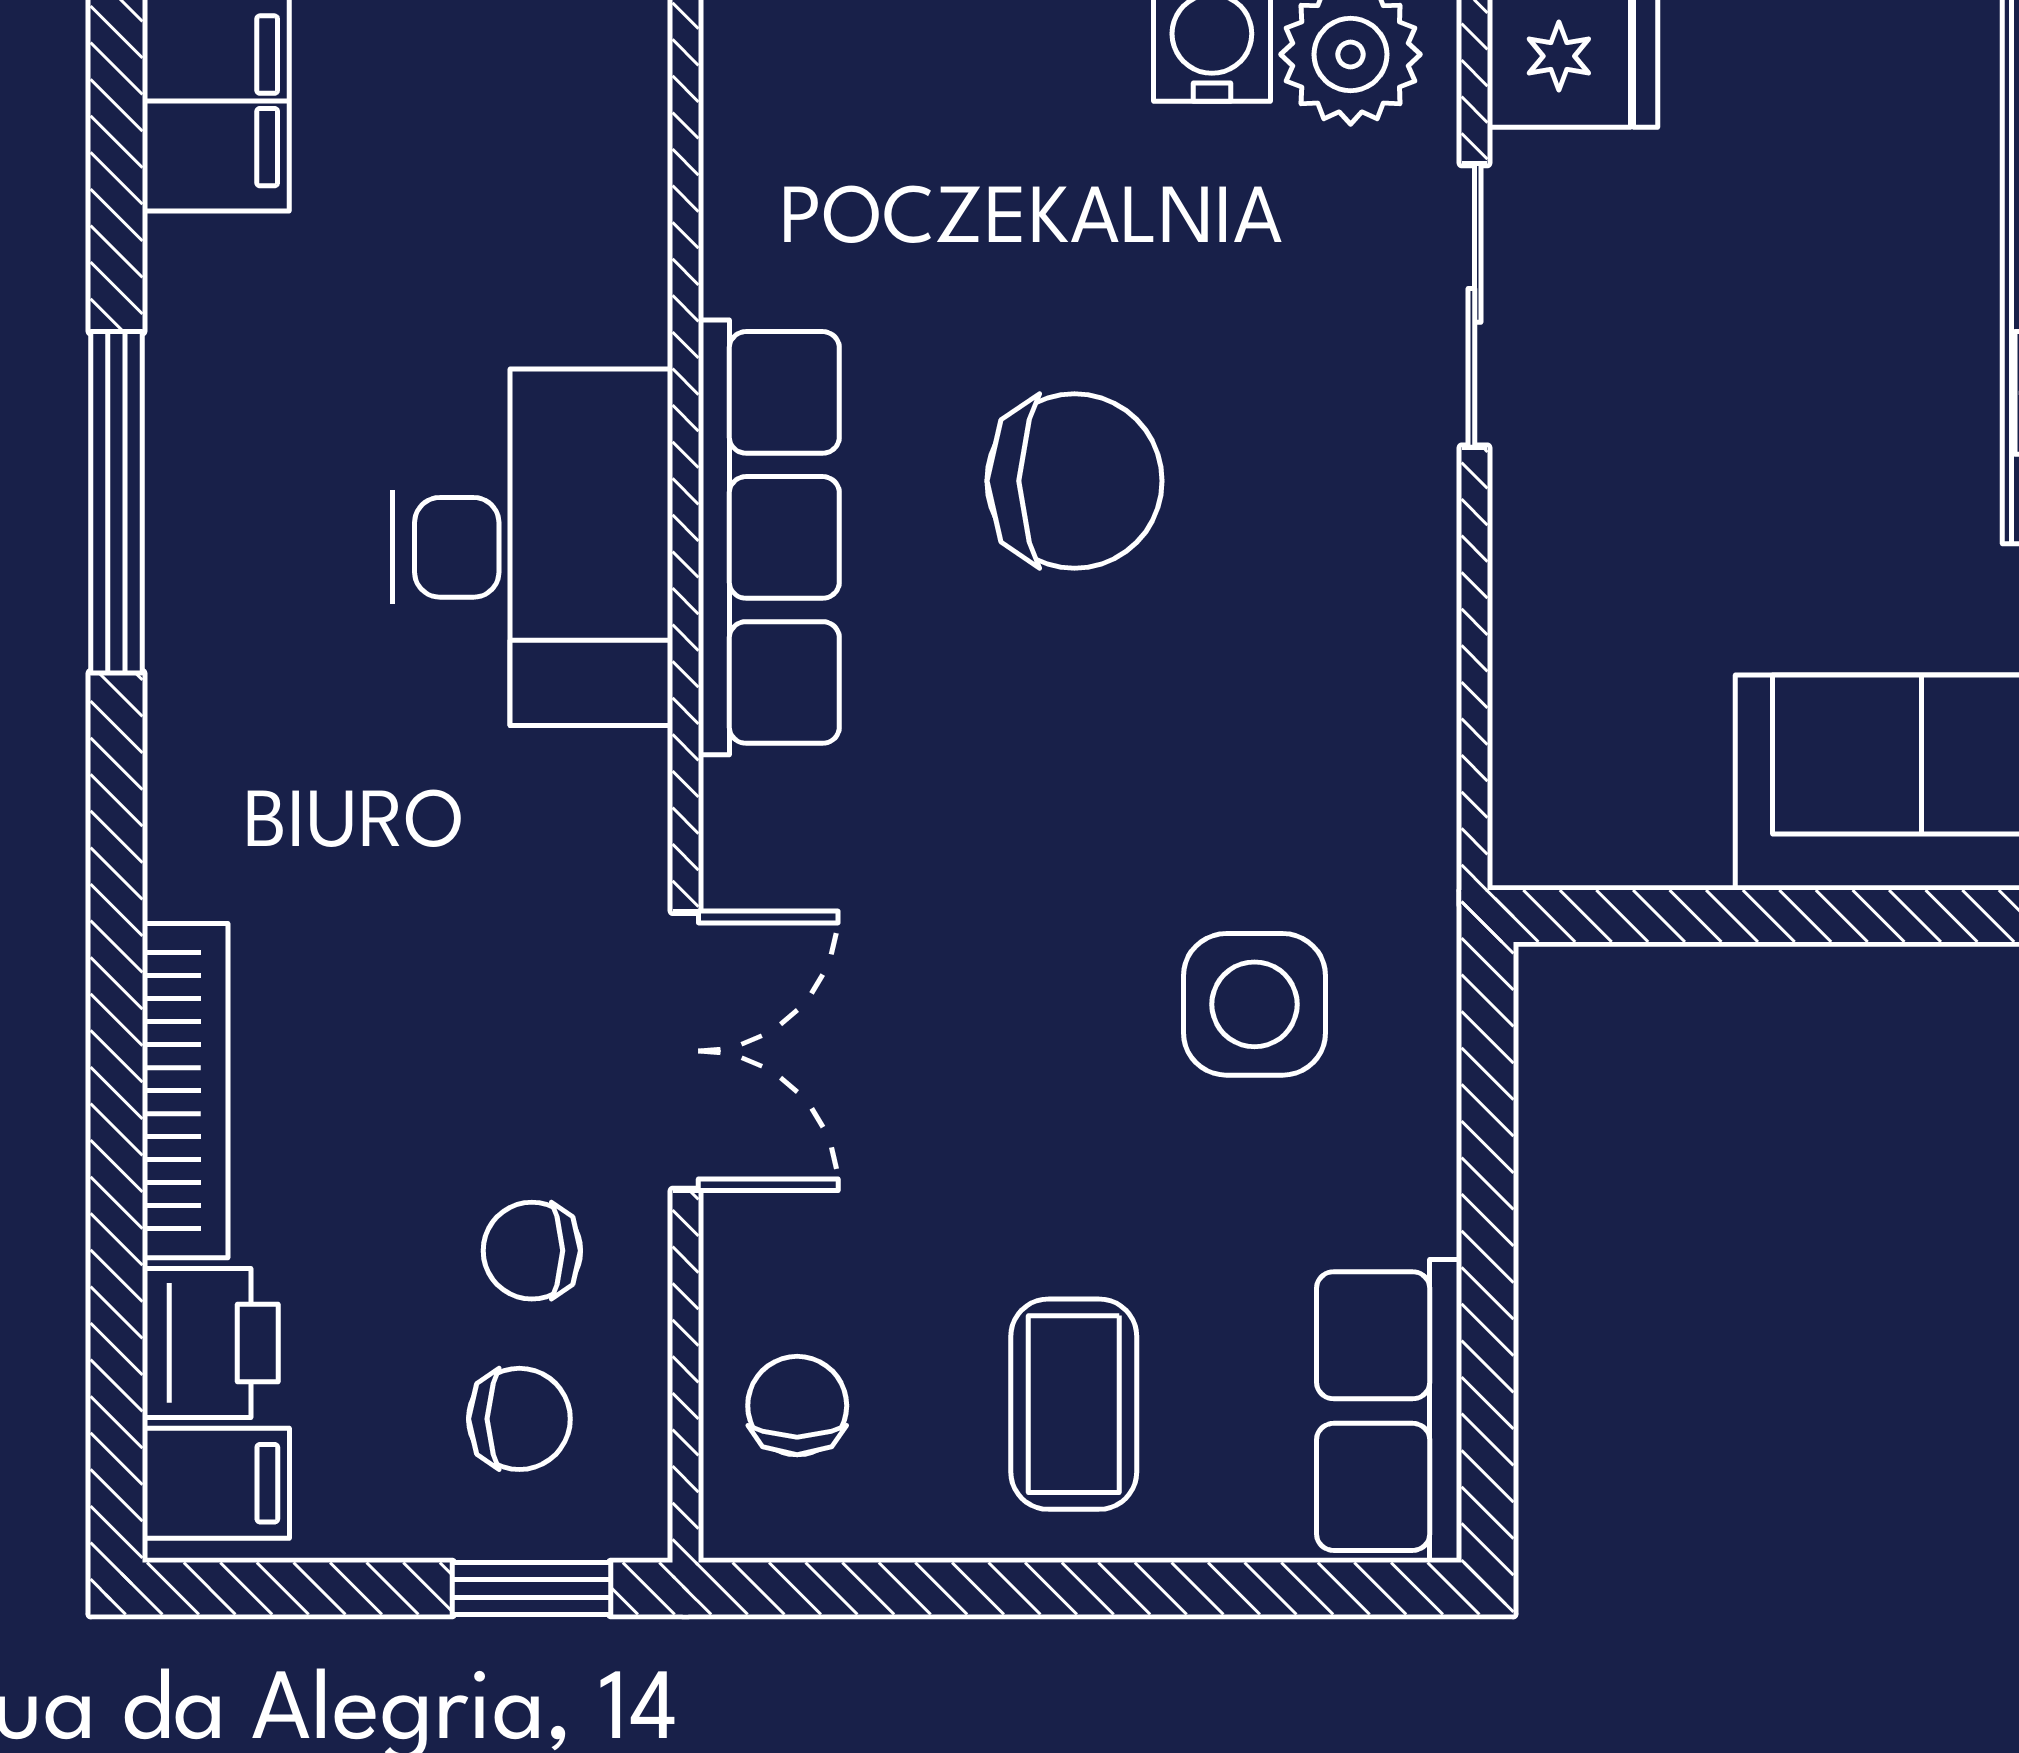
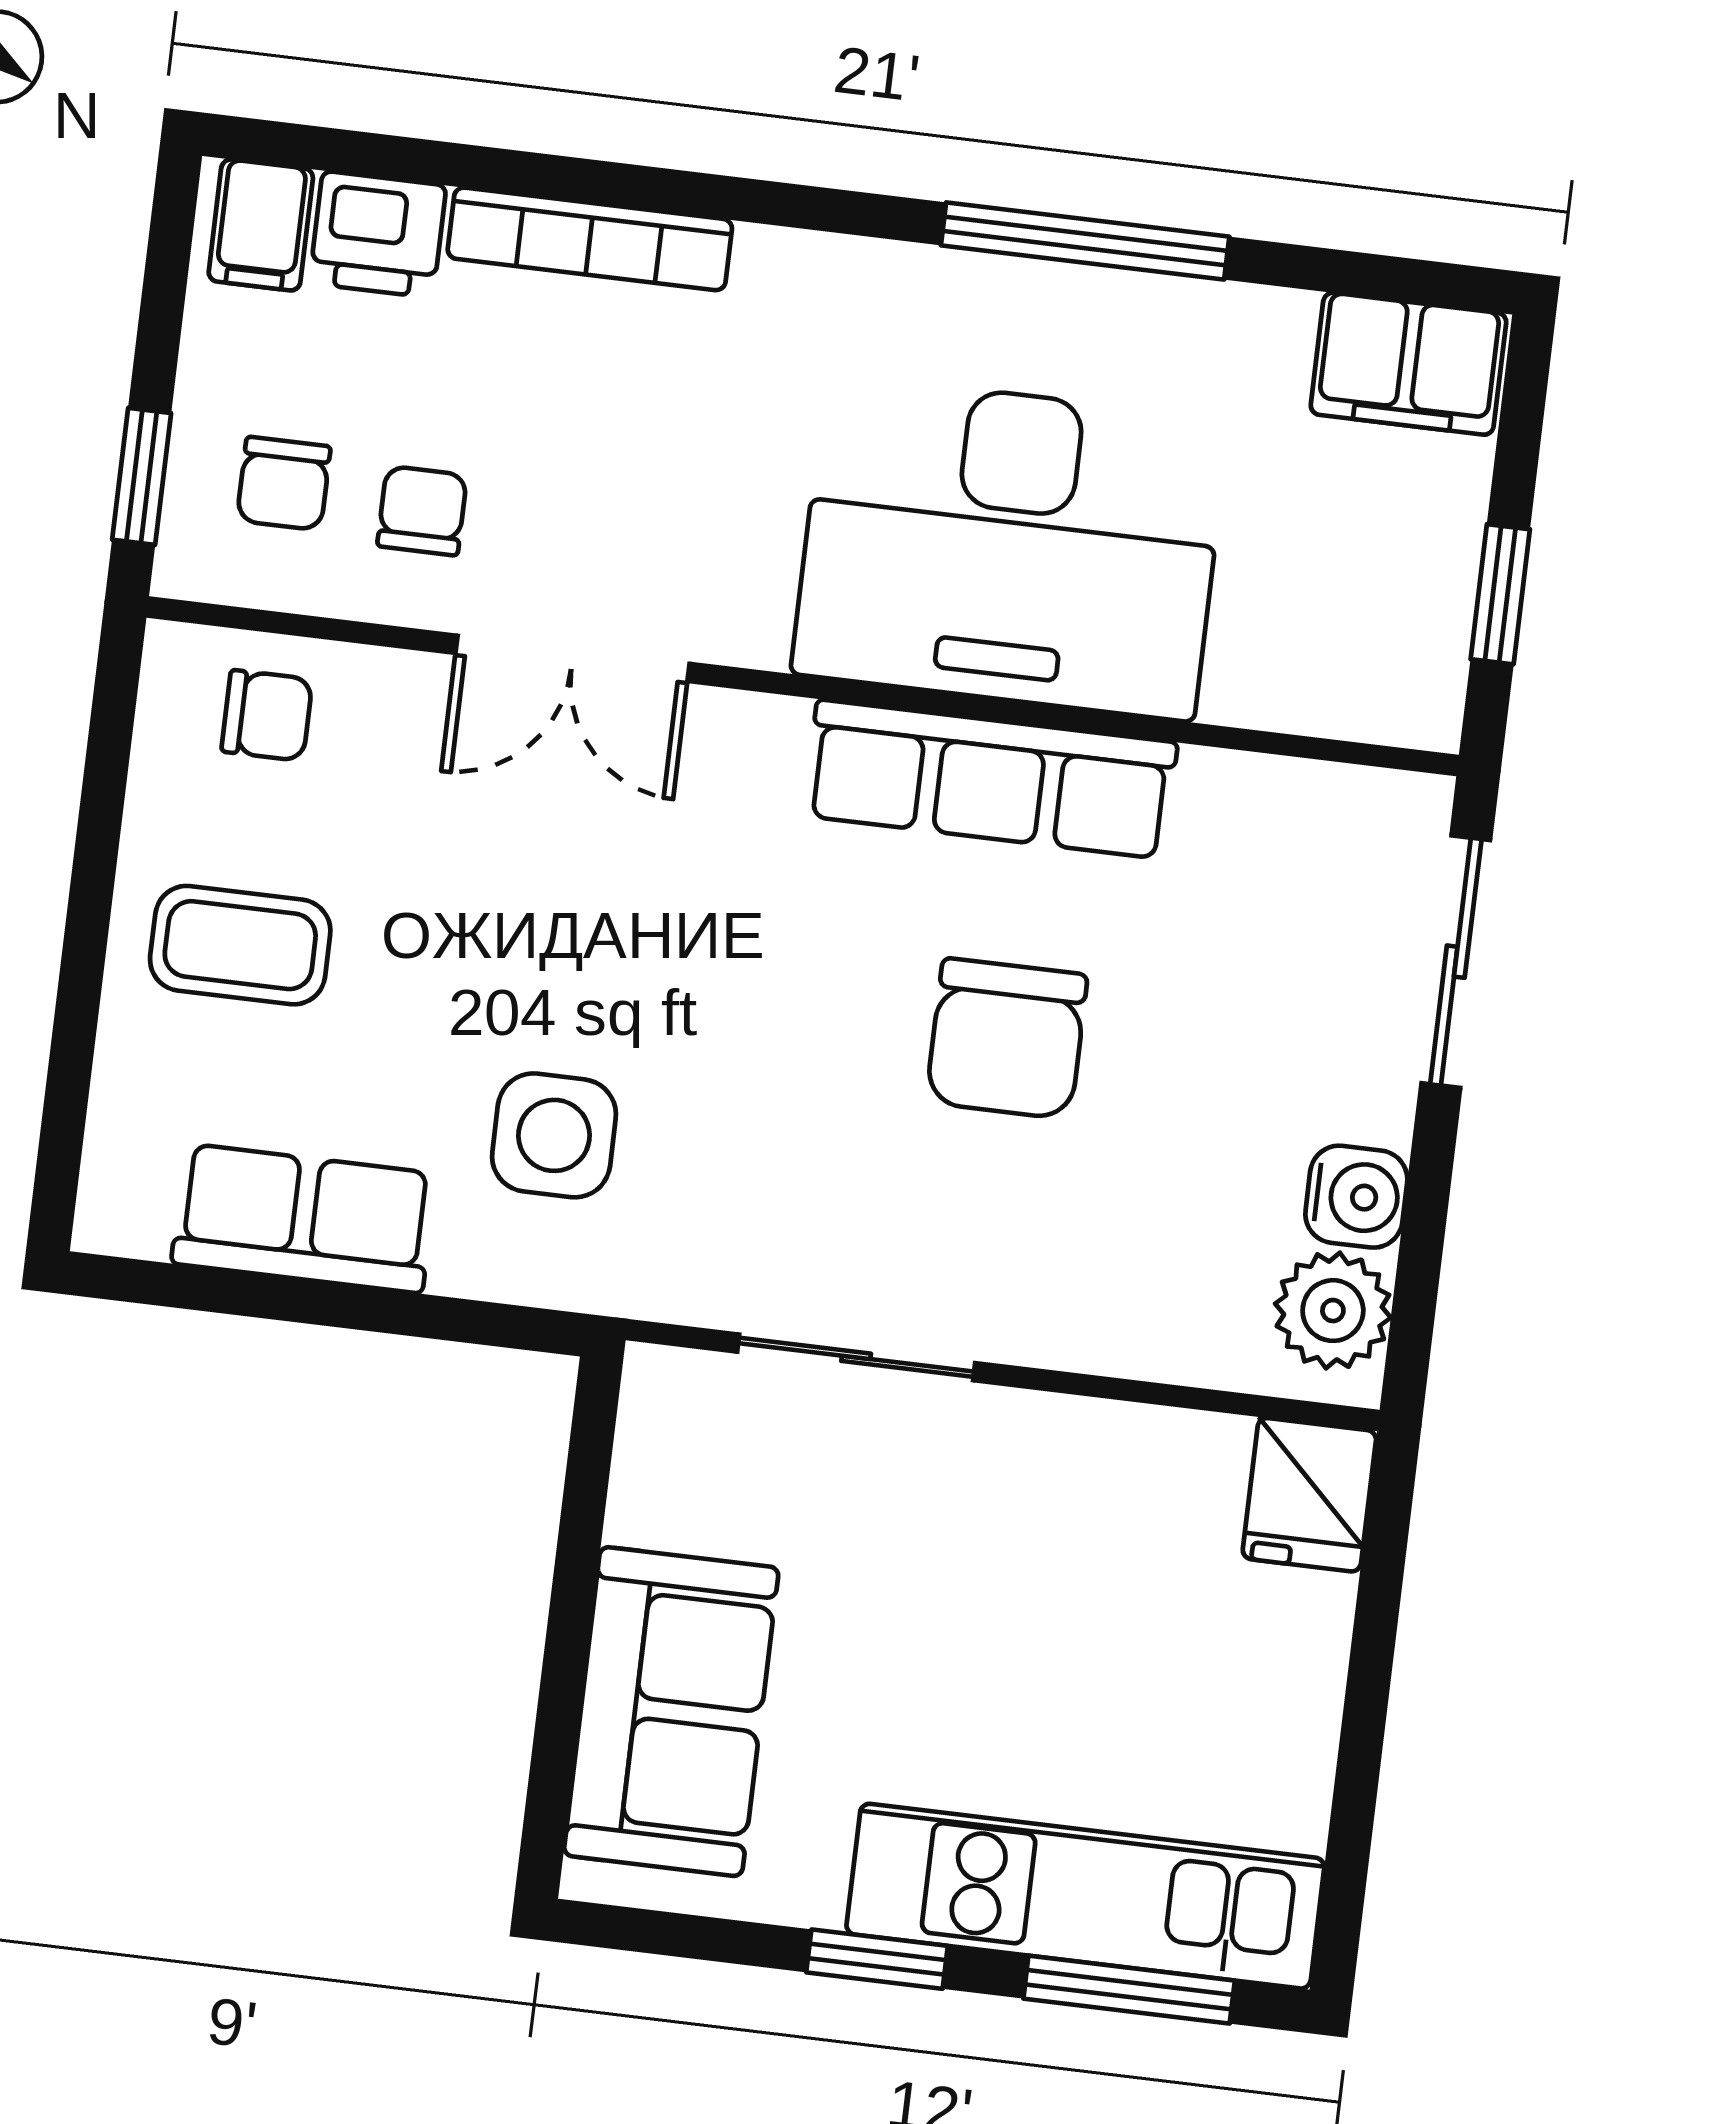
sliding door: (1475, 305) -> (856, 1357), moved
desk: (532, 547) -> (1010, 547), width x1.36, depth x1.30
row of seats: (1389, 1411) -> (304, 1218), moved

